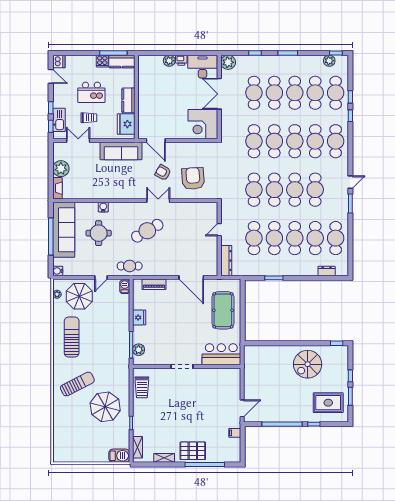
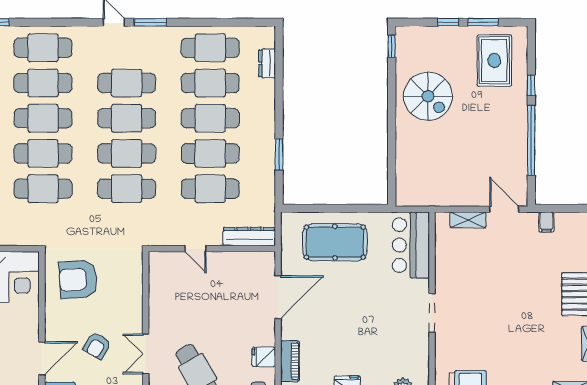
armchair: (193, 178) -> (78, 279), moved
fridge: (156, 269) -> (264, 357), added
shelving: (236, 387) -> (468, 220), added

